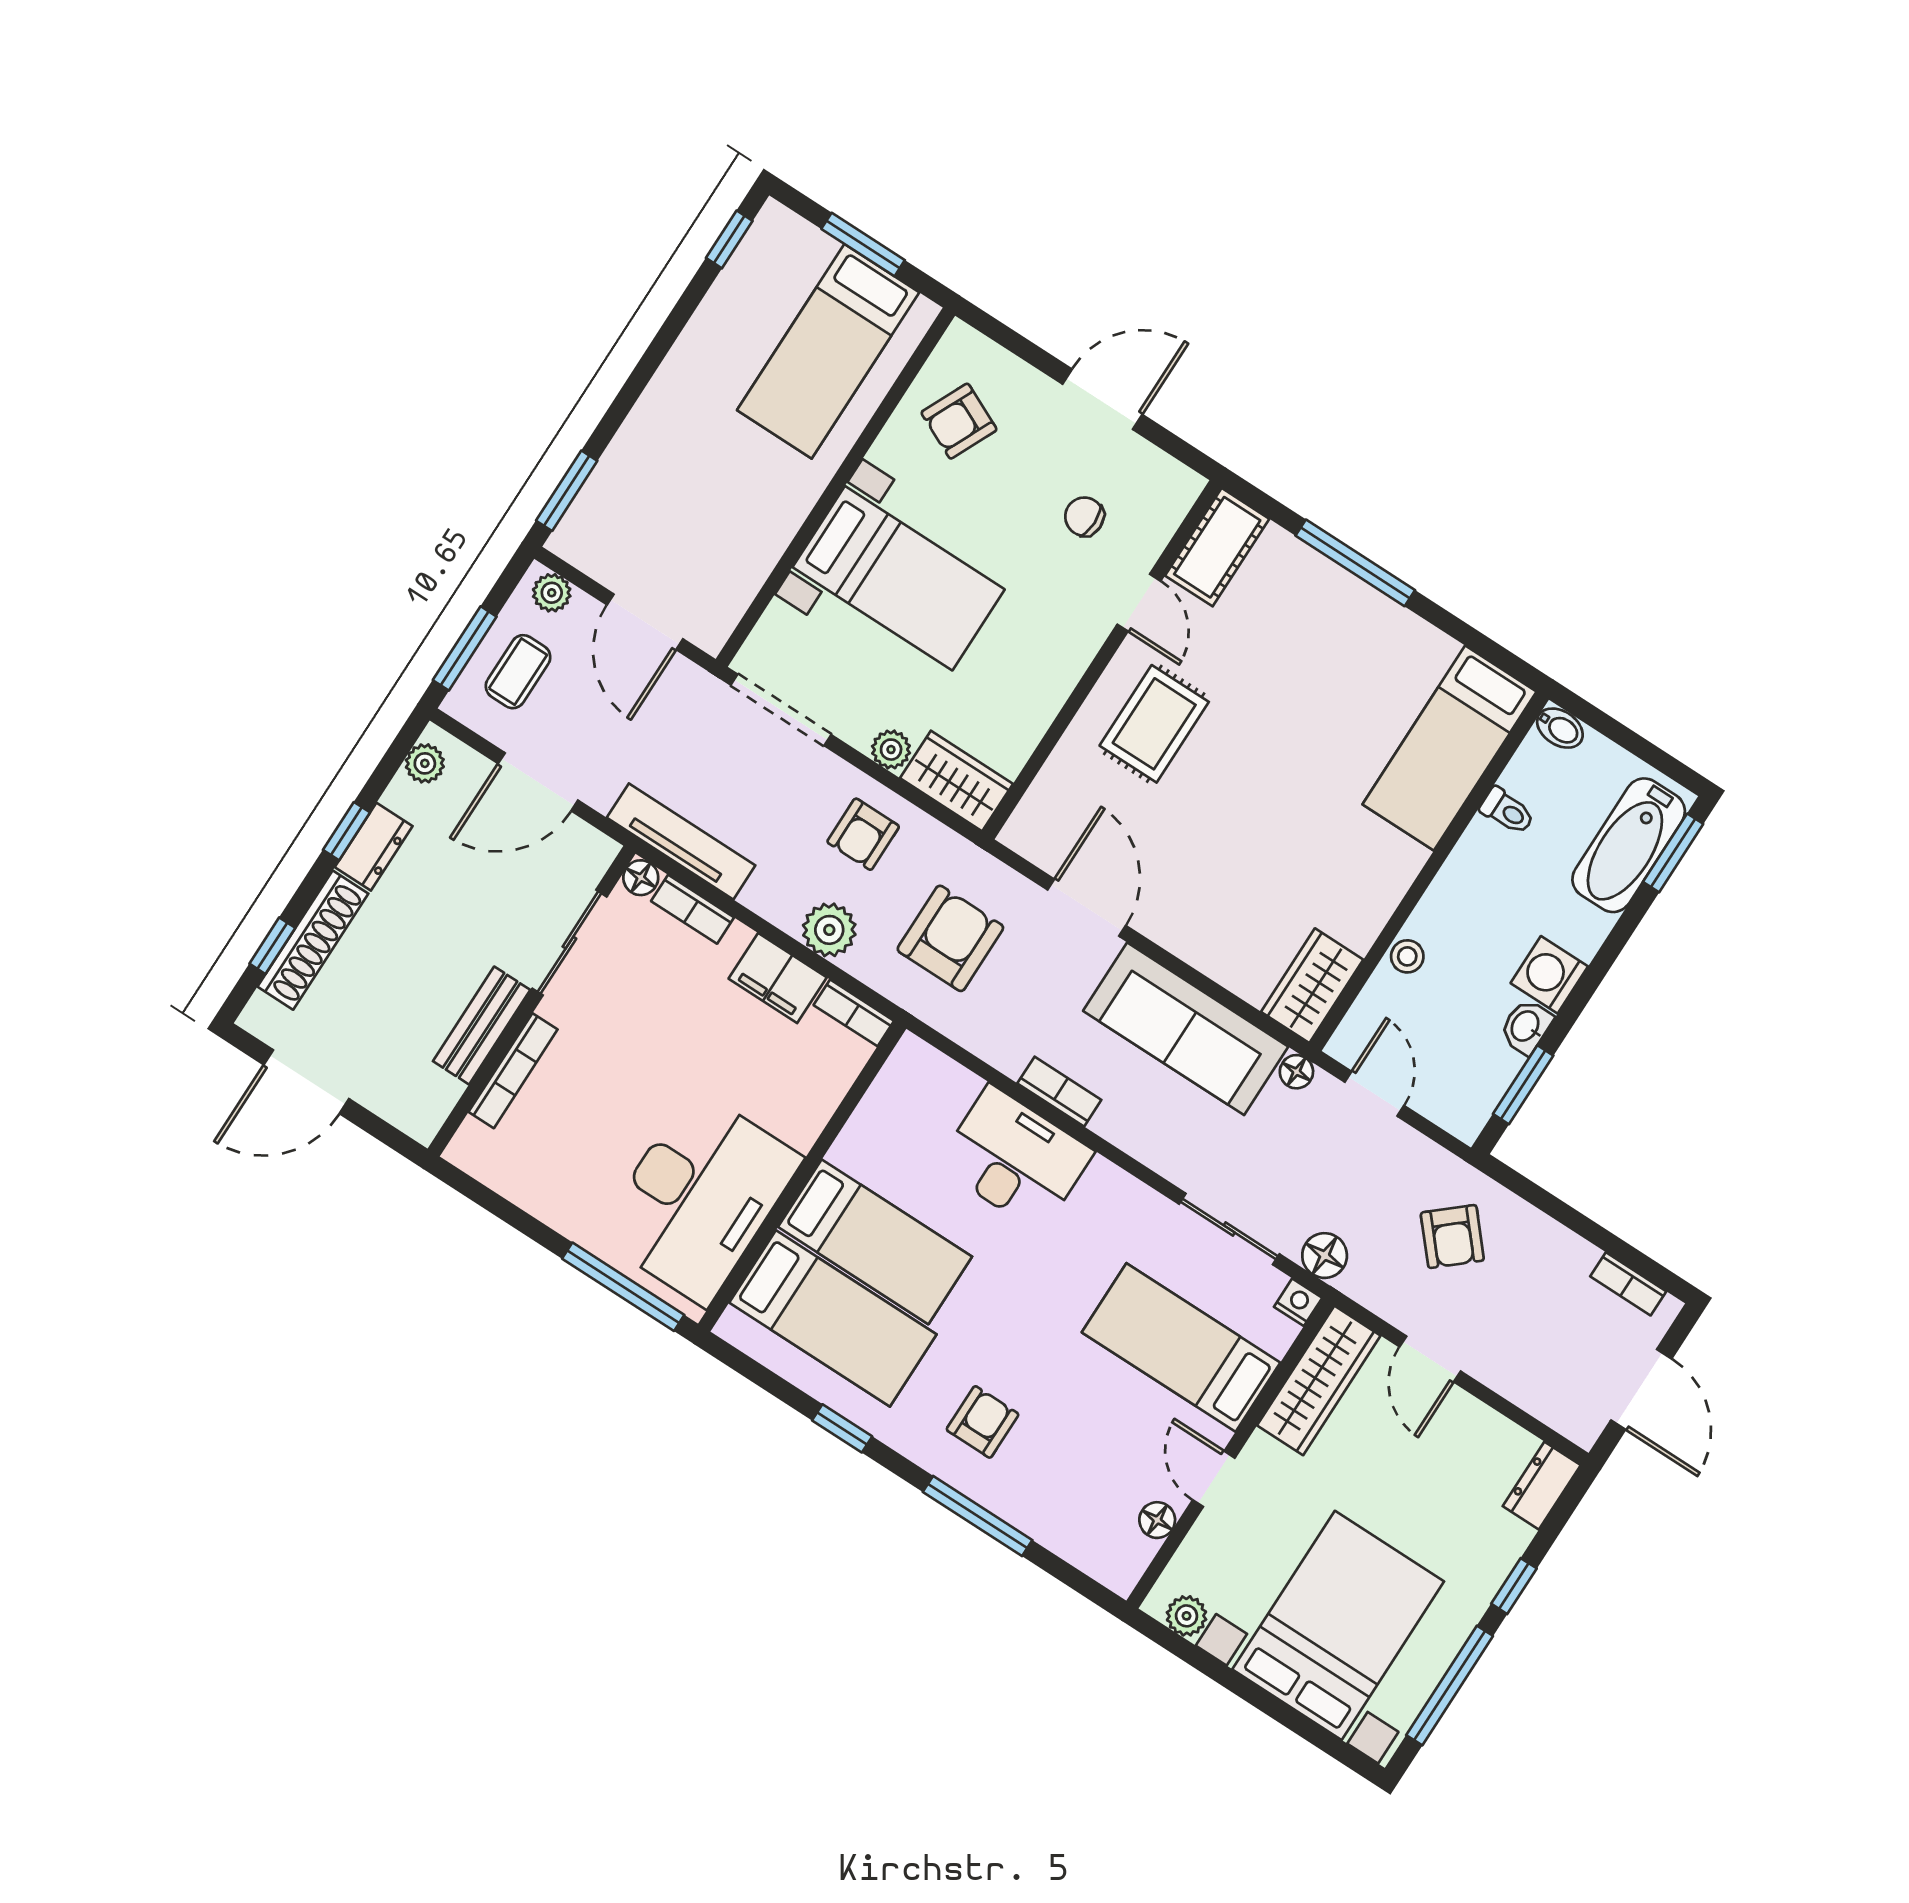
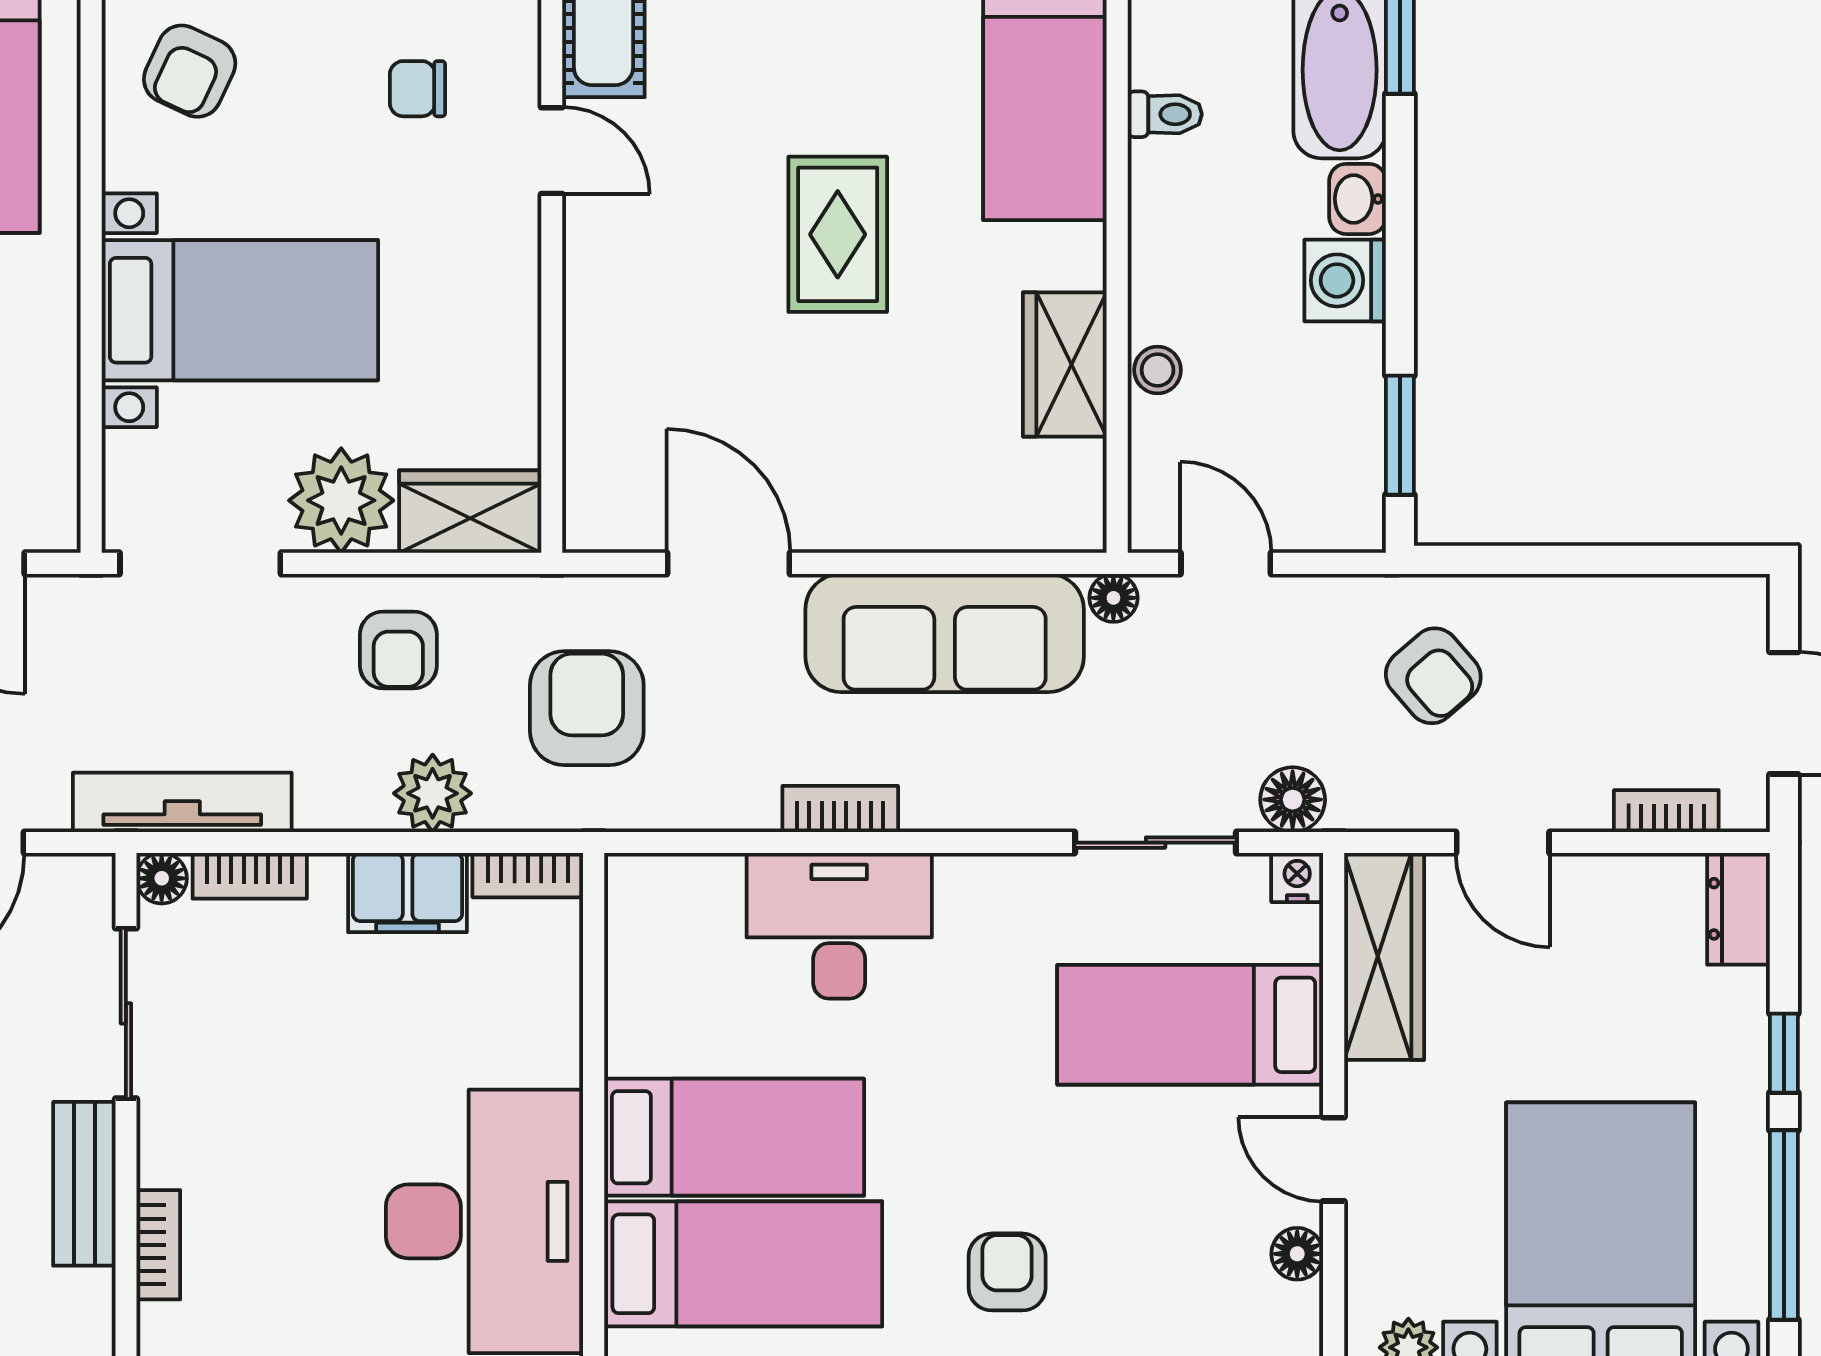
rug: (1154, 724) -> (838, 234), moved
plant: (891, 750) -> (341, 500), width x1.88, depth x1.88
wardrobe: (1312, 986) -> (1065, 364), moved
washbasin: (1526, 1027) -> (1358, 199), moved
bookcase: (513, 1071) -> (158, 1245), width x0.64
bookcase: (1628, 1284) -> (1666, 811), moved, turned 180

